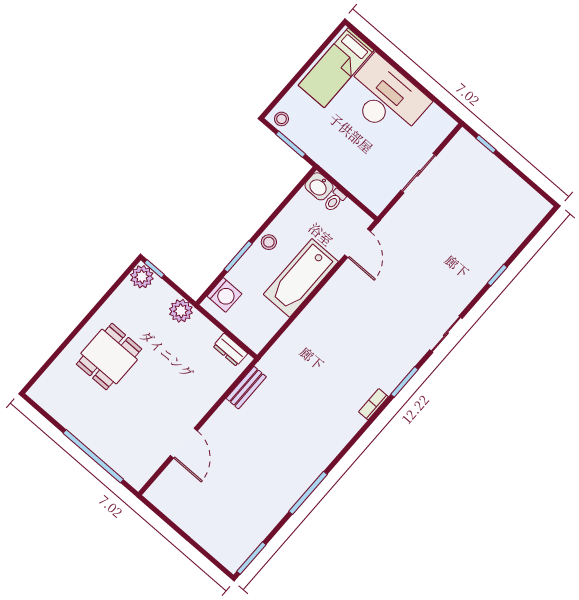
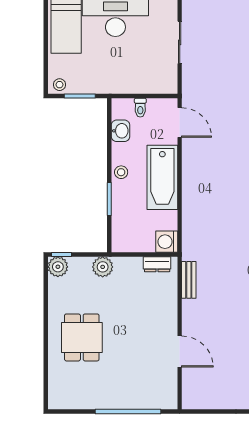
washbasin: (319, 186) -> (120, 131), moved, turned -90
washing machine: (224, 295) -> (167, 242), moved, turned 180

